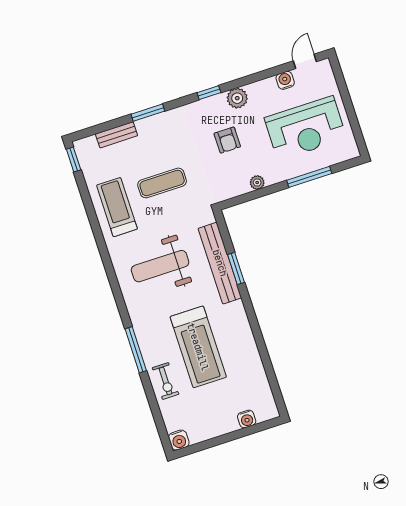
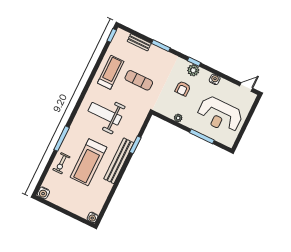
water cooler: (285, 80) -> (215, 79), moved
plant: (237, 98) -> (193, 70), moved
bench: (220, 263) -> (119, 161), moved
water cooler: (247, 419) -> (93, 217), moved

